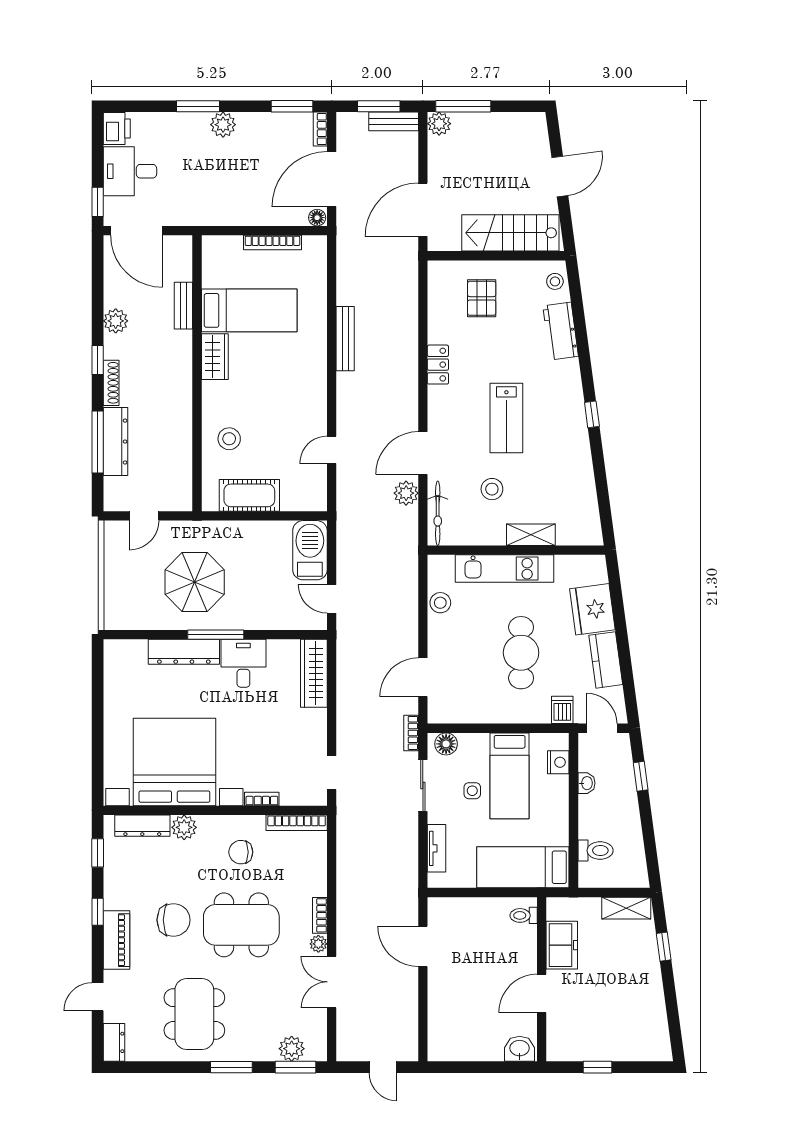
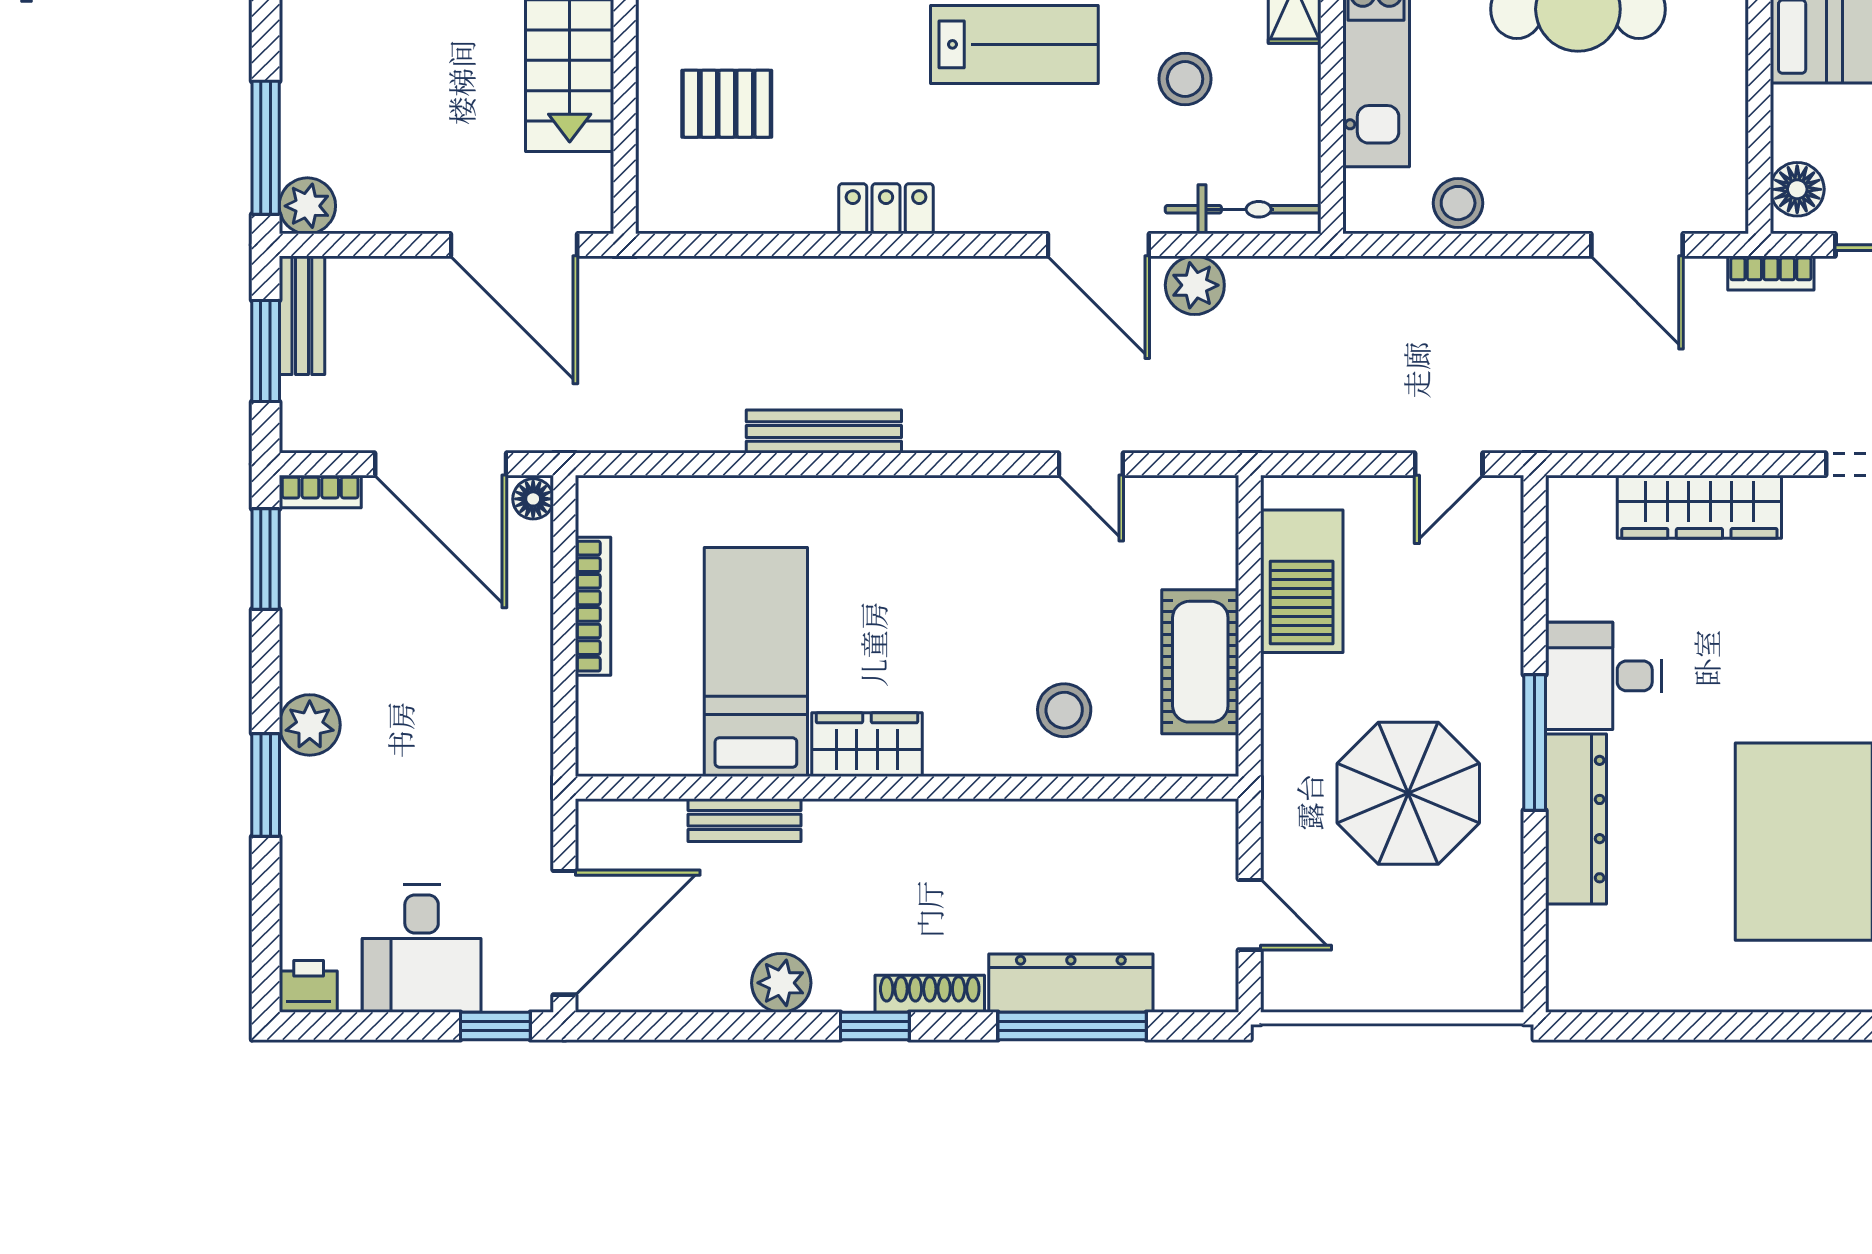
printer: (117, 129) -> (309, 986), width x0.73, depth x0.81
barbecue: (310, 550) -> (1302, 581), moved, turned -90
wardrobe: (314, 673) -> (1699, 507), moved

